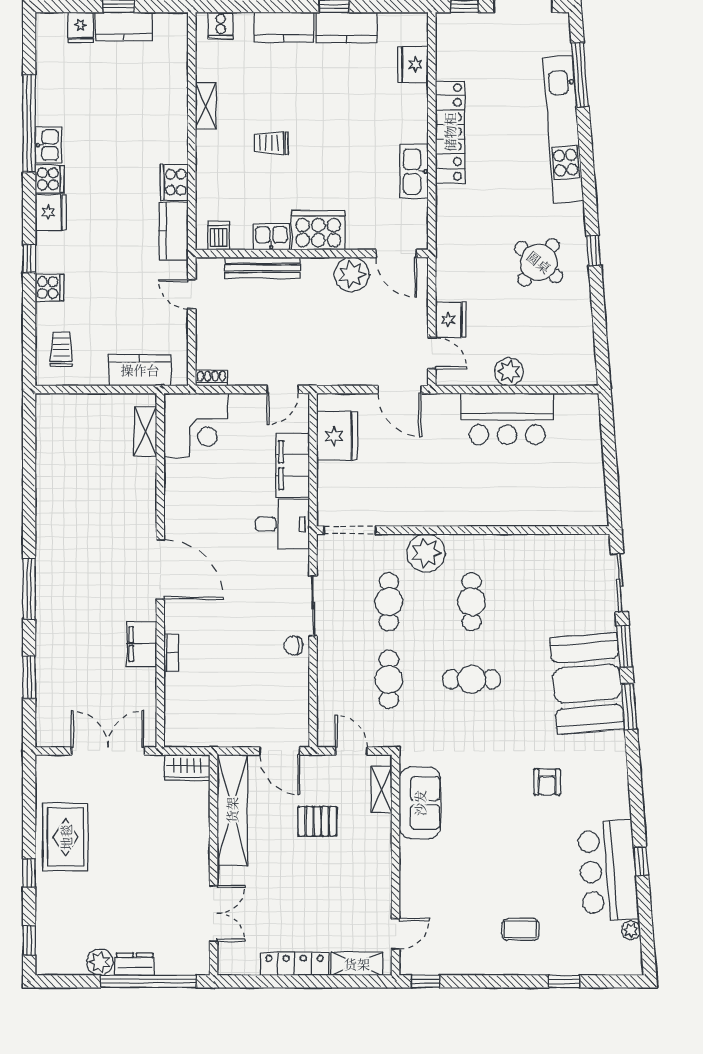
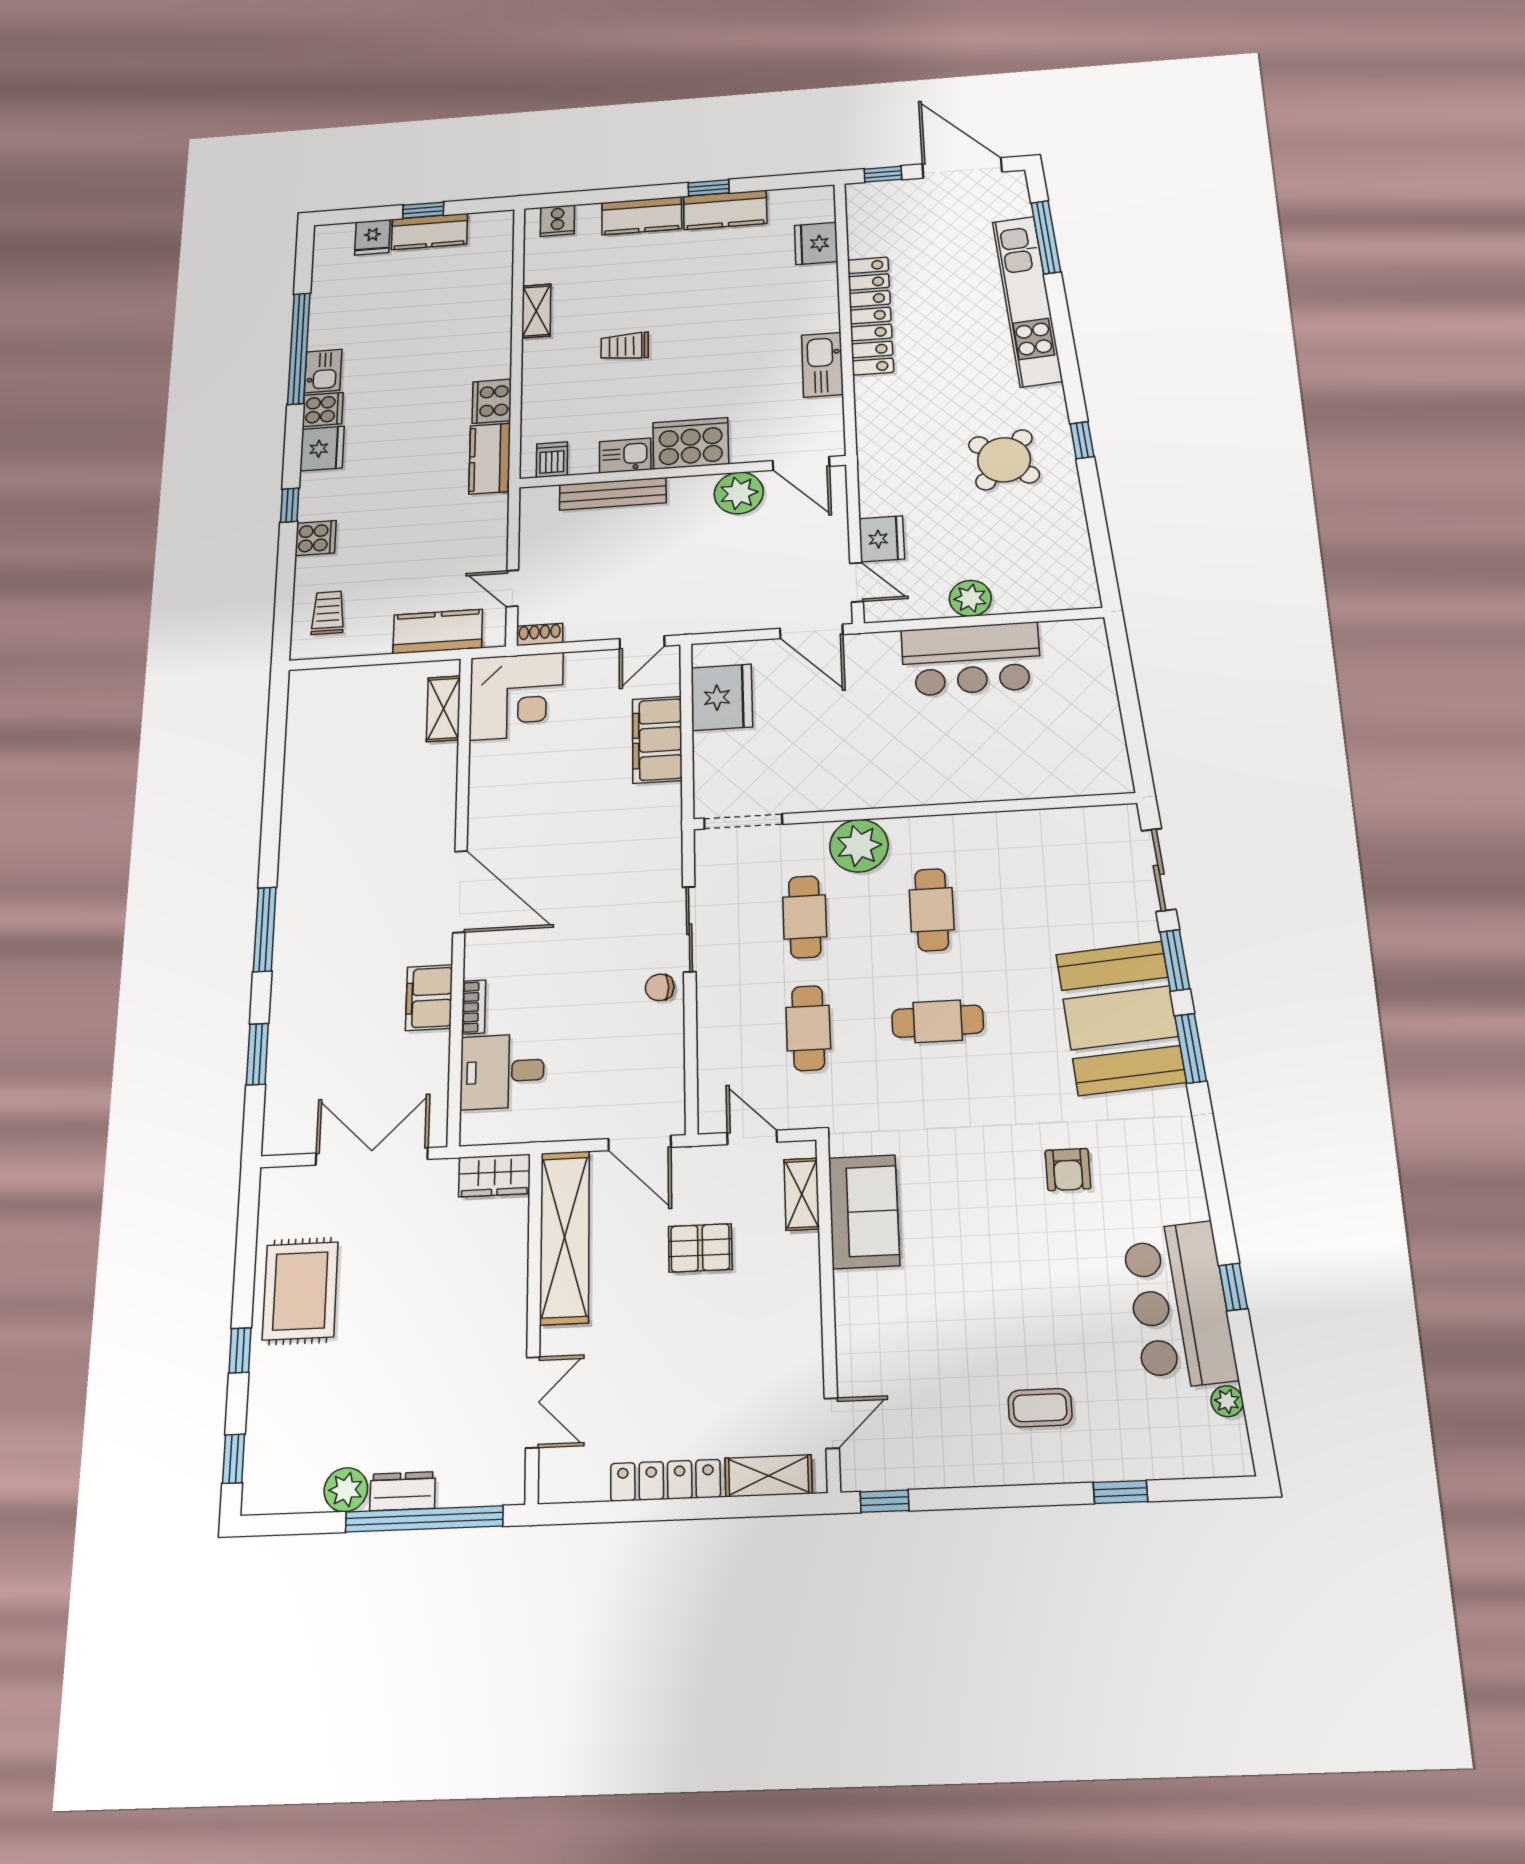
door: (192, 294) -> (512, 588), moved
desk: (282, 524) -> (502, 1071), moved, turned 180

